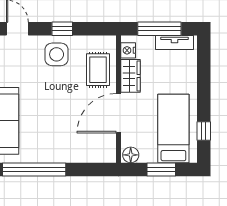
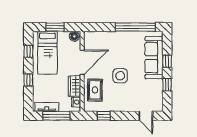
window: (62, 29) -> (104, 116), moved
side table: (57, 54) -> (120, 76), moved
window: (204, 85) -> (28, 80), added

